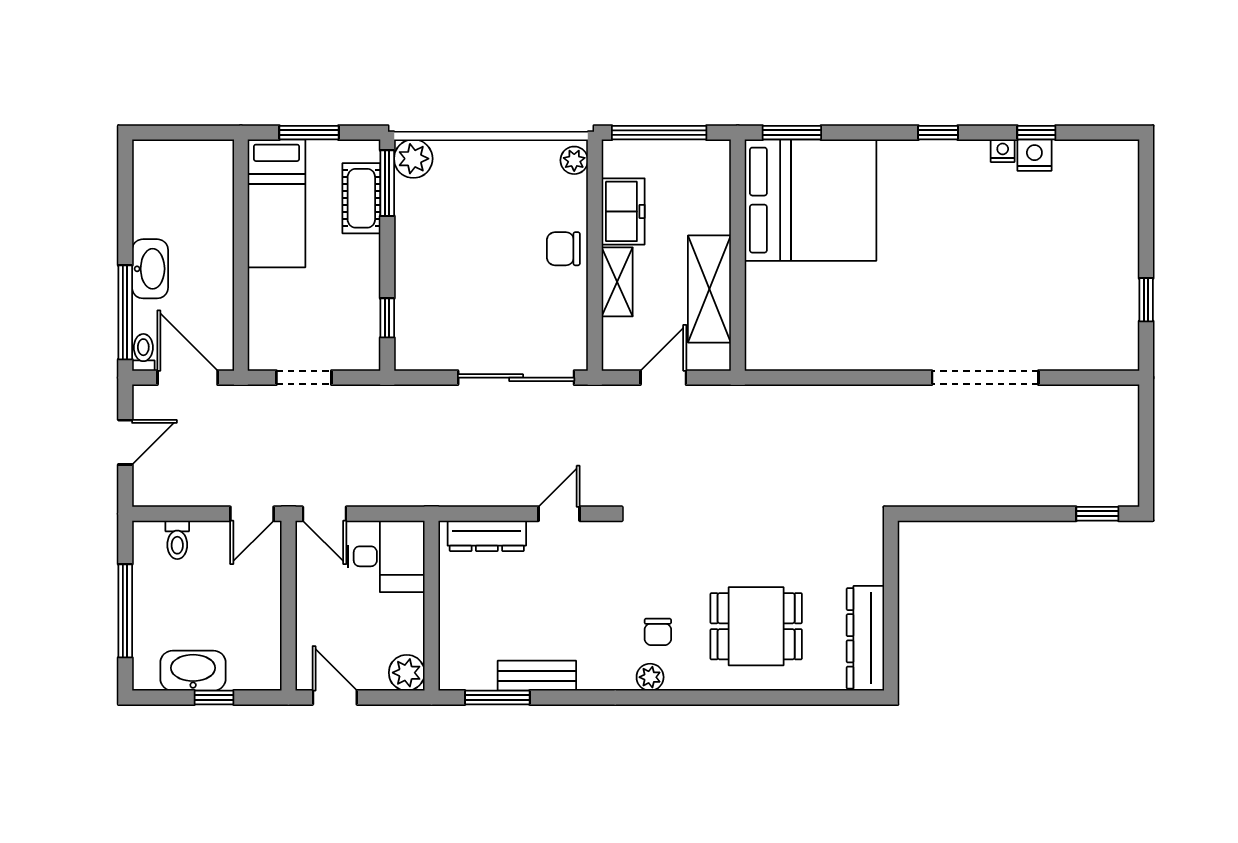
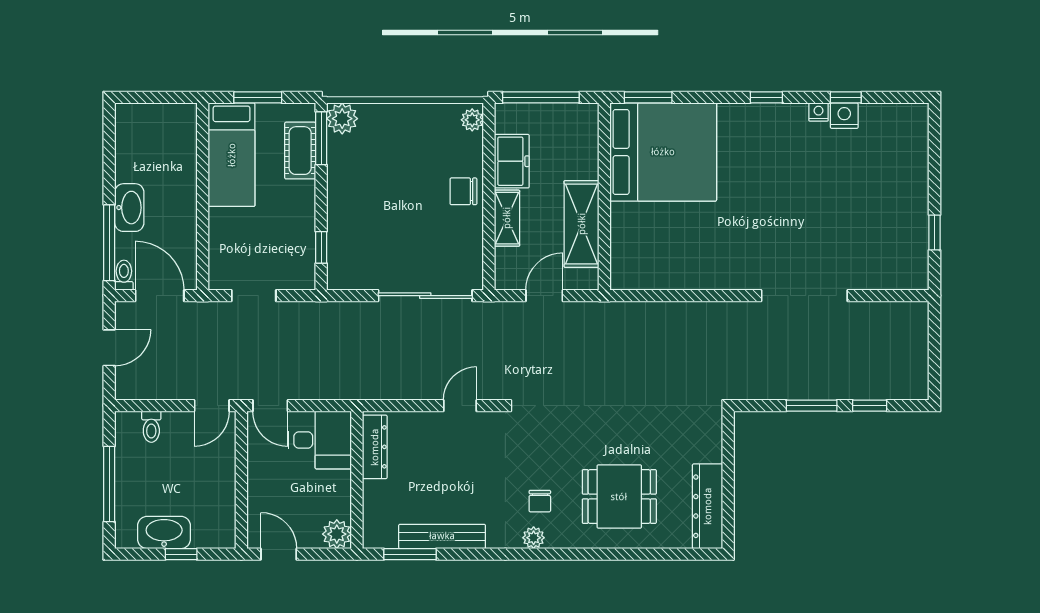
window: (994, 514) -> (812, 406), added
window: (1097, 514) -> (870, 406), moved
dresser: (487, 536) -> (375, 447), moved, turned -90
bench: (537, 676) -> (442, 536), width x1.36

